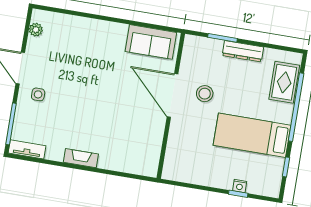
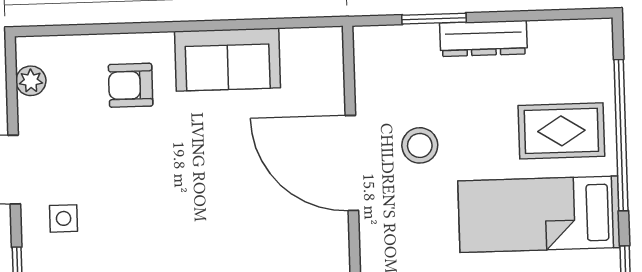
armchair: (80, 41) -> (131, 85), added
sofa: (151, 42) -> (228, 60), moved
rug: (284, 82) -> (561, 131), moved, turned 90

